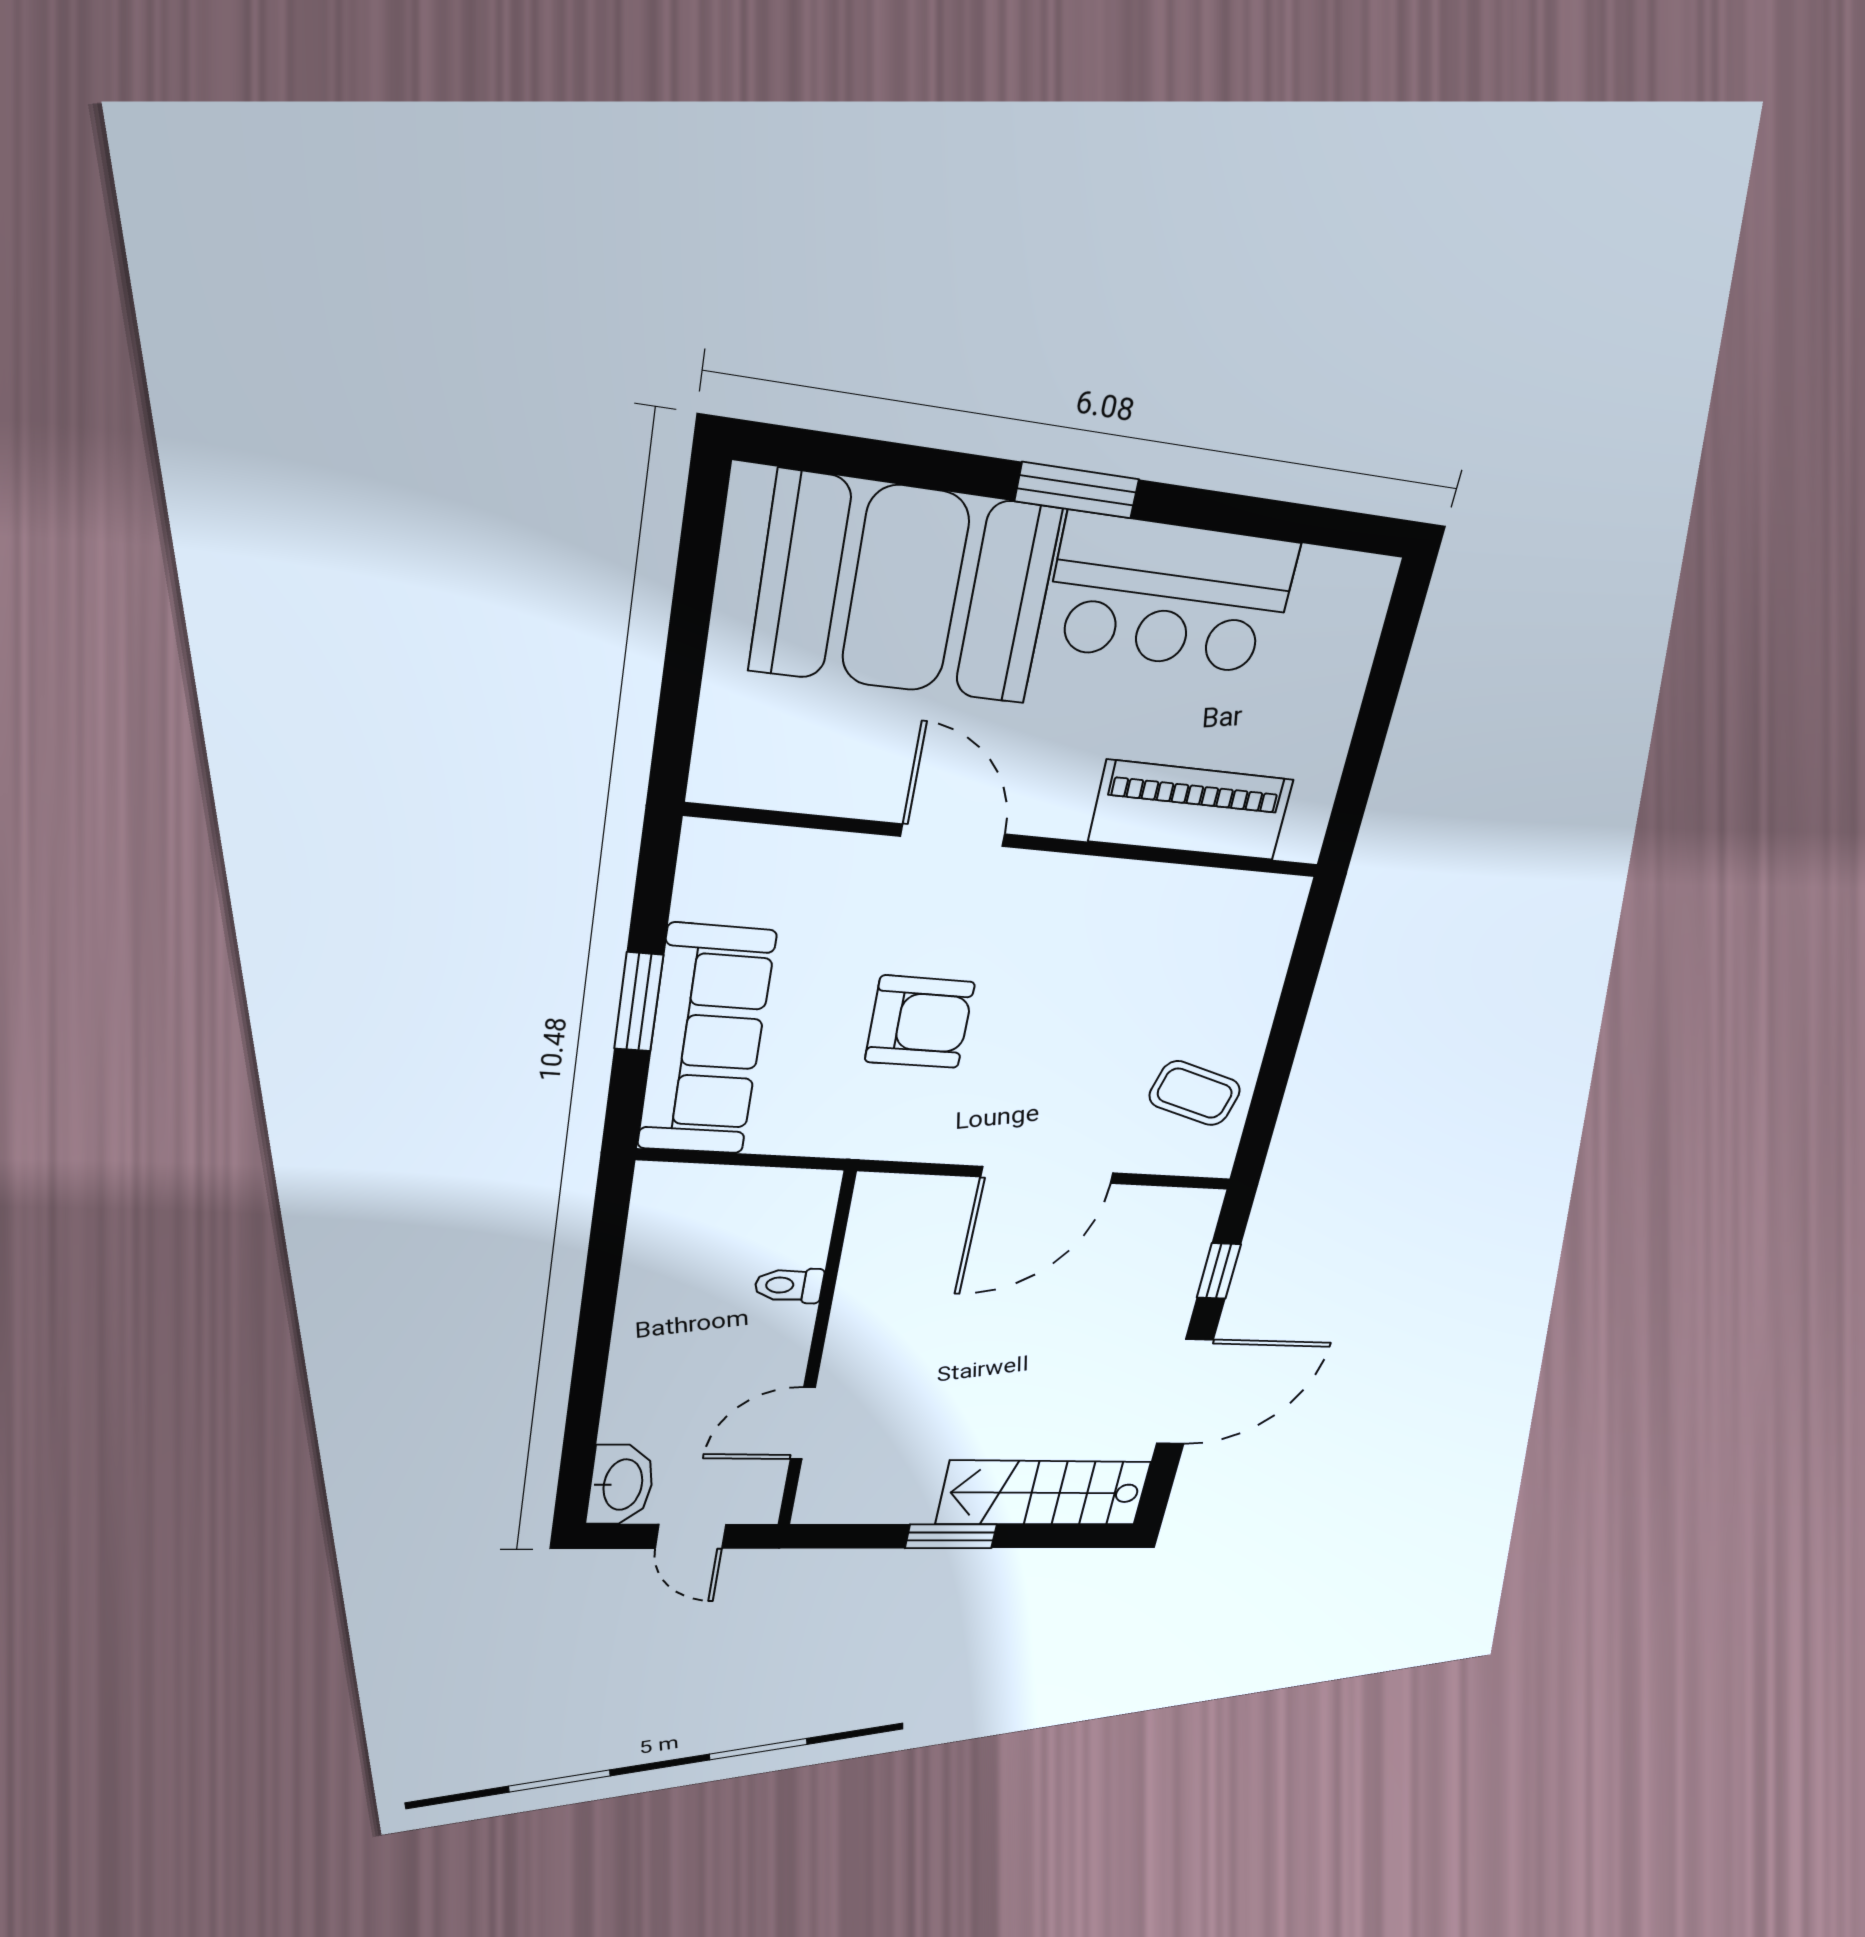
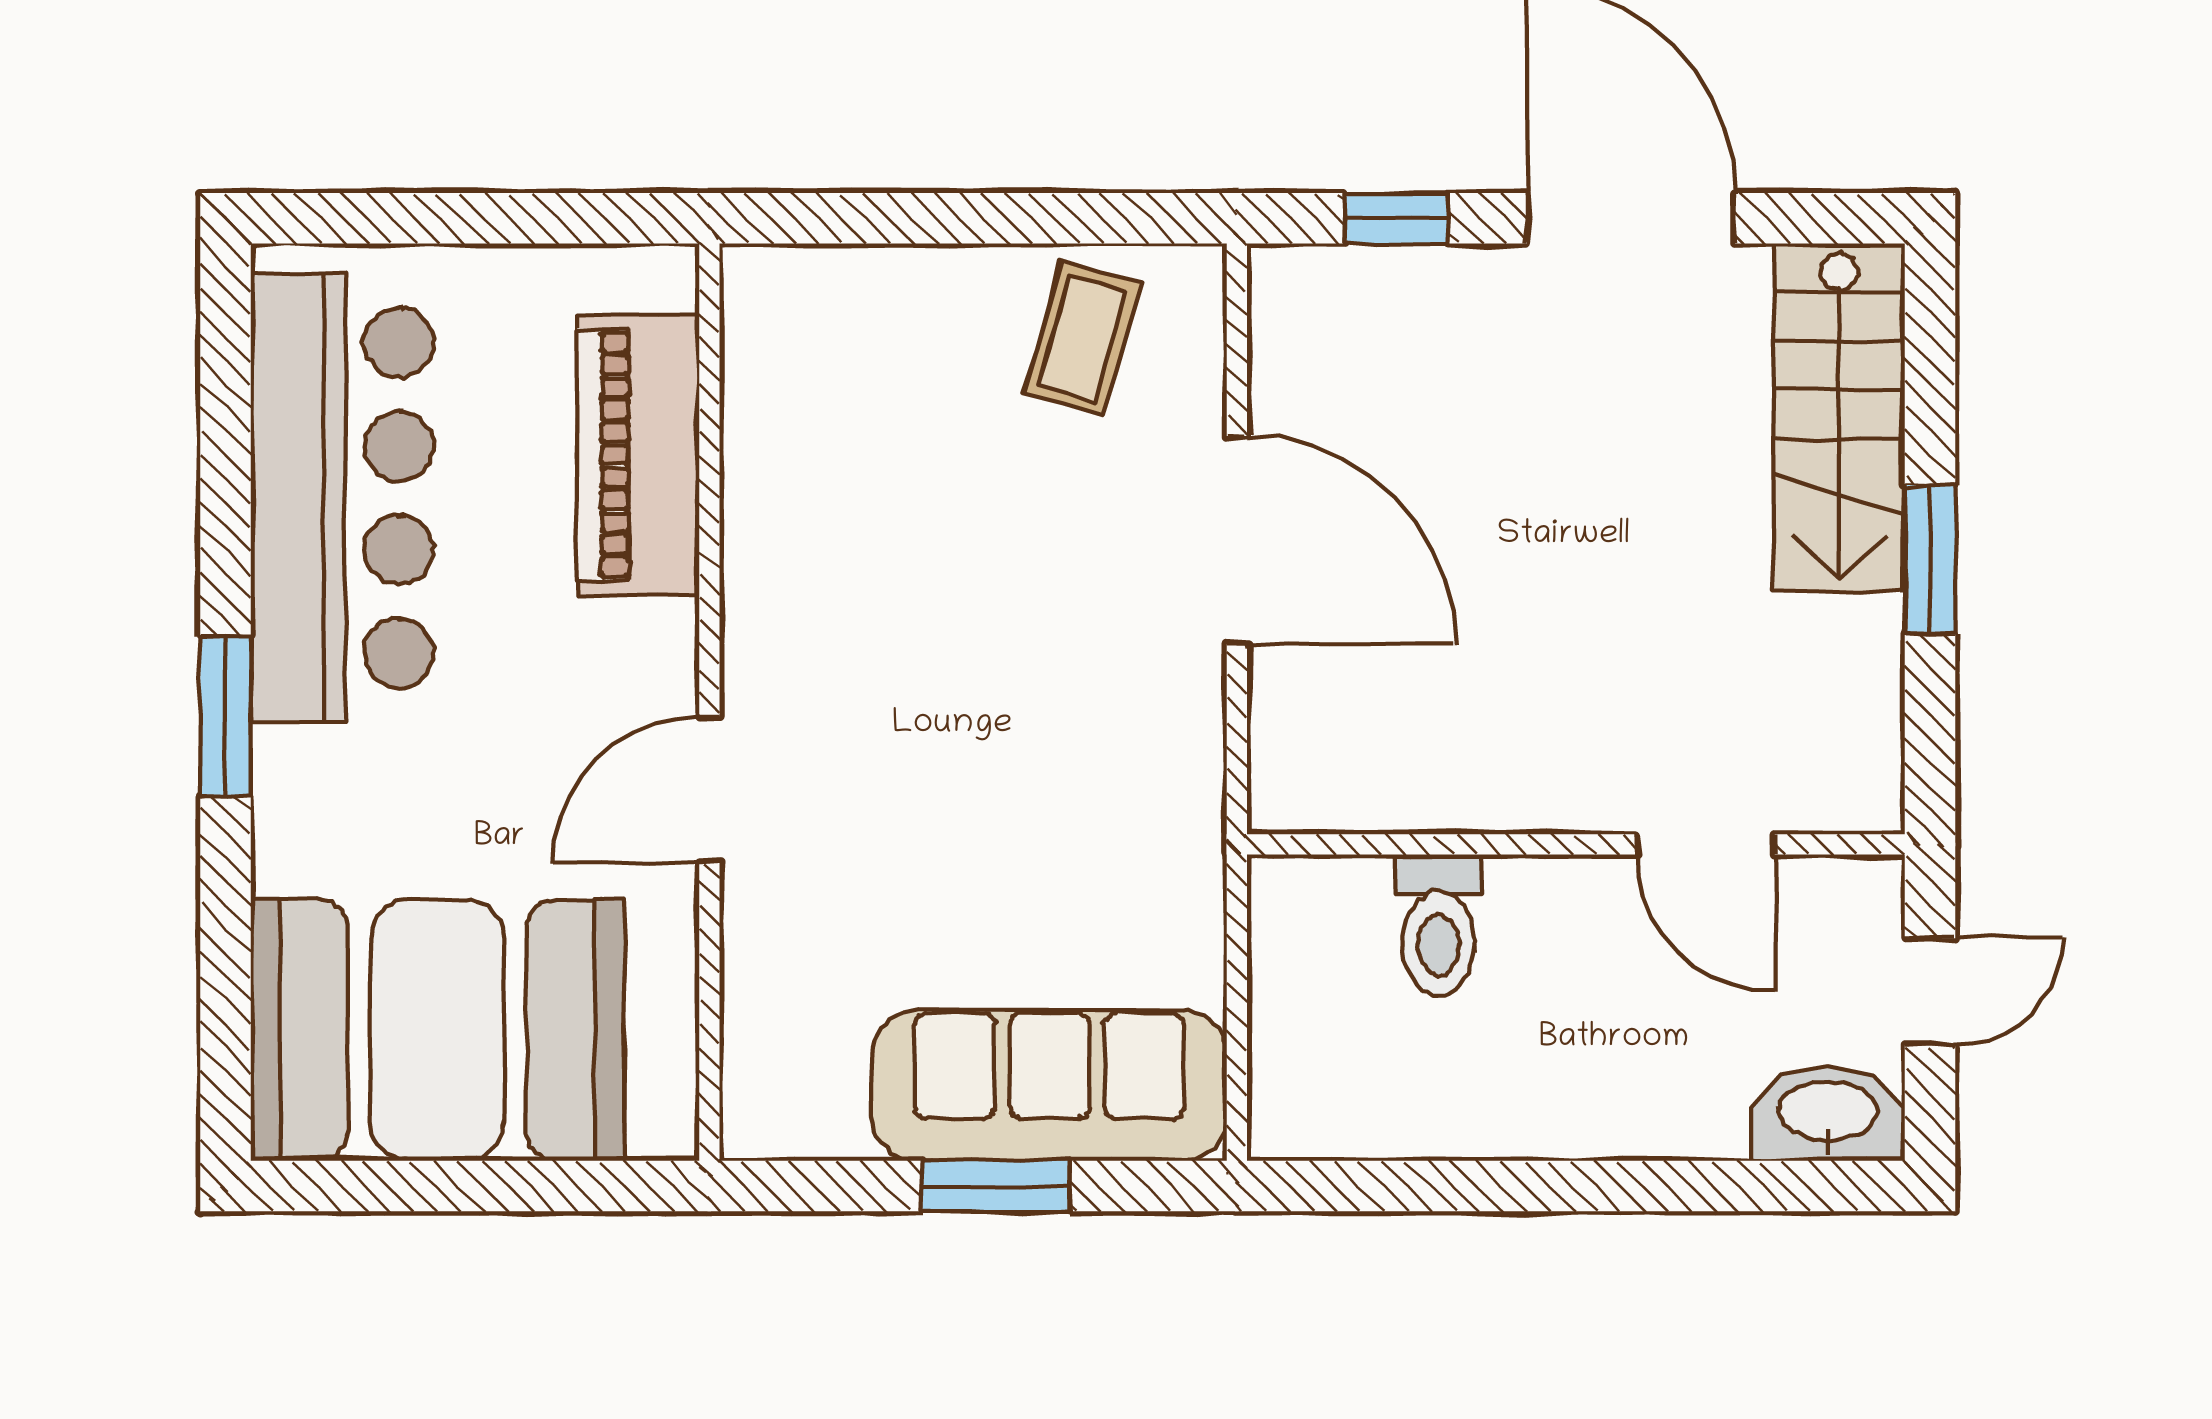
booth: (905, 590) -> (437, 1030), moved, turned 90
bar counter: (1171, 595) -> (342, 498), width x1.36
armchair: (920, 1022) -> (996, 784), removed
toilet: (789, 1285) -> (1439, 925), width x1.37, depth x1.39

